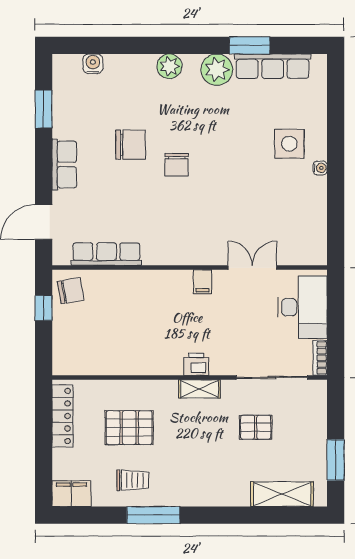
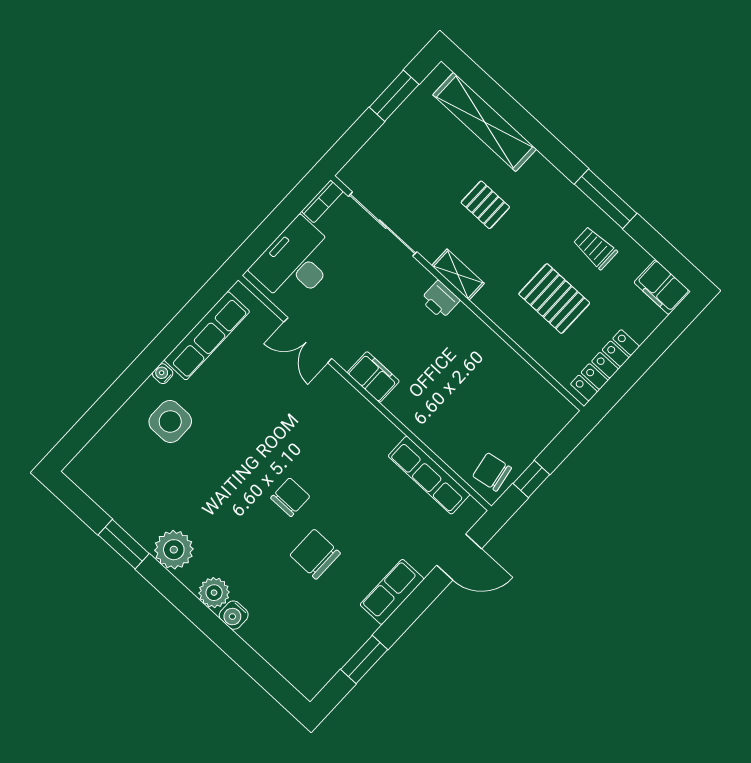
water cooler: (93, 64) -> (234, 615), moved
row of seats: (273, 66) -> (207, 336), moved, turned 90
filing cabinet: (202, 282) -> (373, 377), width x2.00
pallet: (256, 427) -> (485, 205), moved
shelving: (282, 494) -> (485, 122), width x1.47

